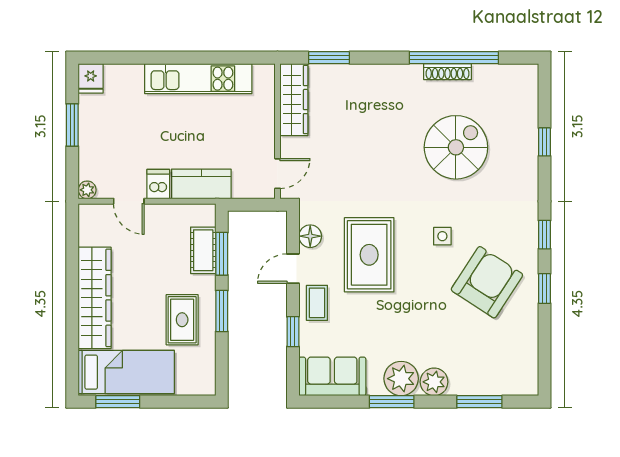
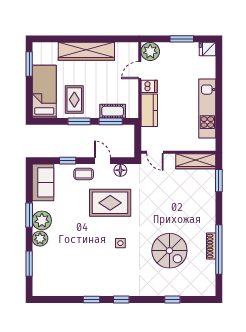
plant: (87, 190) -> (150, 51), width x1.87, depth x1.87
armchair: (487, 282) -> (95, 268), removed
rug: (182, 320) -> (74, 100), turned 90
bed: (126, 372) -> (44, 92), moved, turned 180

